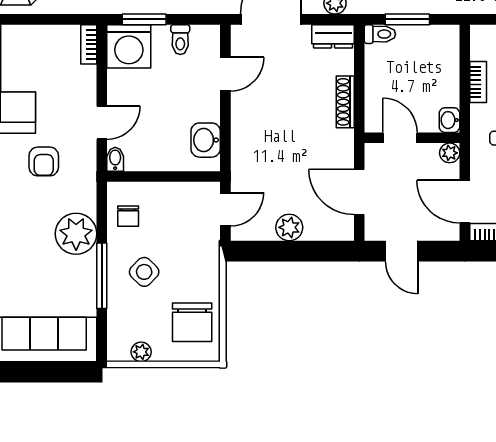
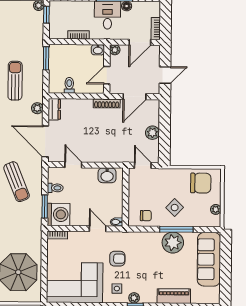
window: (407, 19) -> (46, 58), moved
toilet: (380, 34) -> (69, 85), moved
shoe rack: (345, 102) -> (107, 103), moved
plant: (76, 234) -> (173, 243), moved

